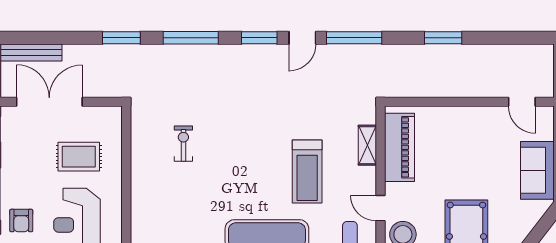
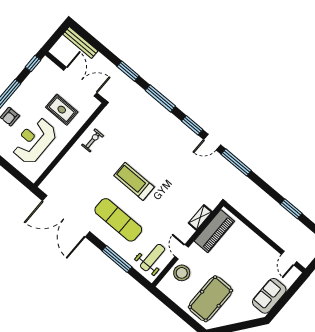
window: (443, 38) -> (291, 209), moved
double door: (49, 102) -> (80, 82), moved
exercise bike: (183, 144) -> (93, 140), moved
treadmill: (307, 171) -> (134, 181), moved, turned 90

